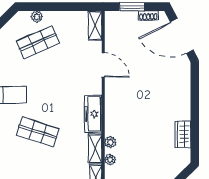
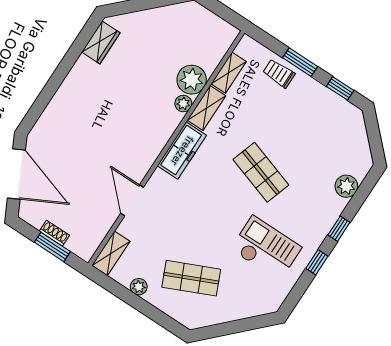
shoe rack: (148, 16) -> (54, 233), moved
plant: (37, 17) -> (139, 287), moved
wardrobe: (183, 134) -> (101, 42), moved
plant: (110, 160) -> (192, 80), width x1.88, depth x1.88

